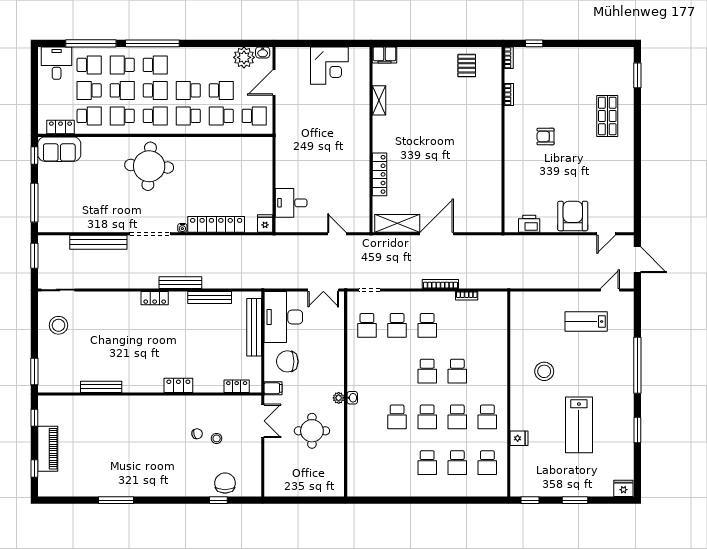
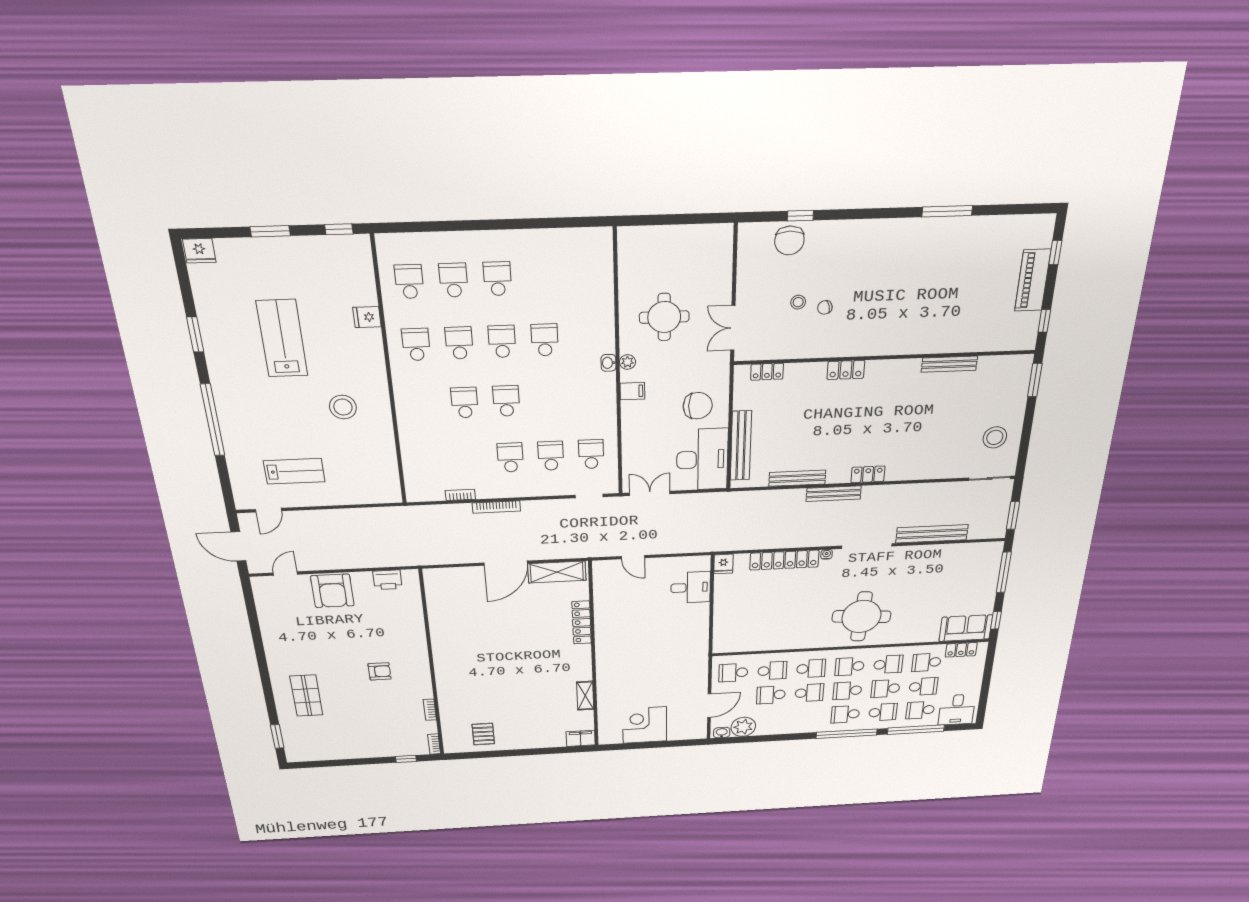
filing cabinet: (273, 388) -> (632, 391), moved, turned 180

